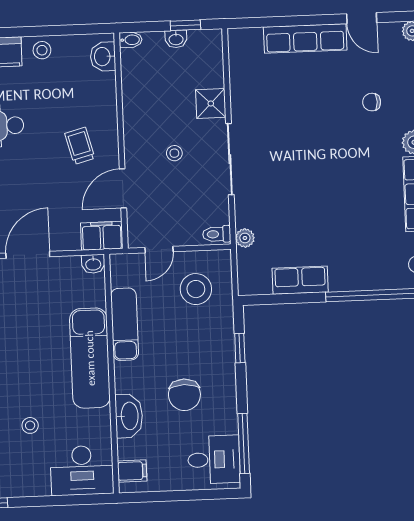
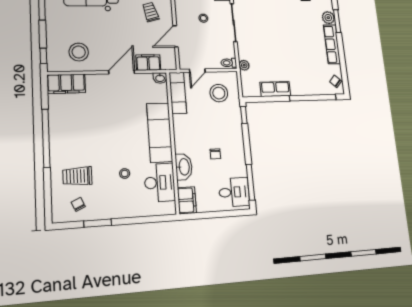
filing cabinet: (102, 236) -> (148, 62), moved
exam couch: (125, 324) -> (178, 93), moved
window: (240, 348) -> (244, 115), moved
chair: (184, 395) -> (215, 154), width x0.54, depth x0.54
desk: (82, 470) -> (160, 183), moved, turned -90
filing cabinet: (132, 471) -> (187, 200), width x2.00

